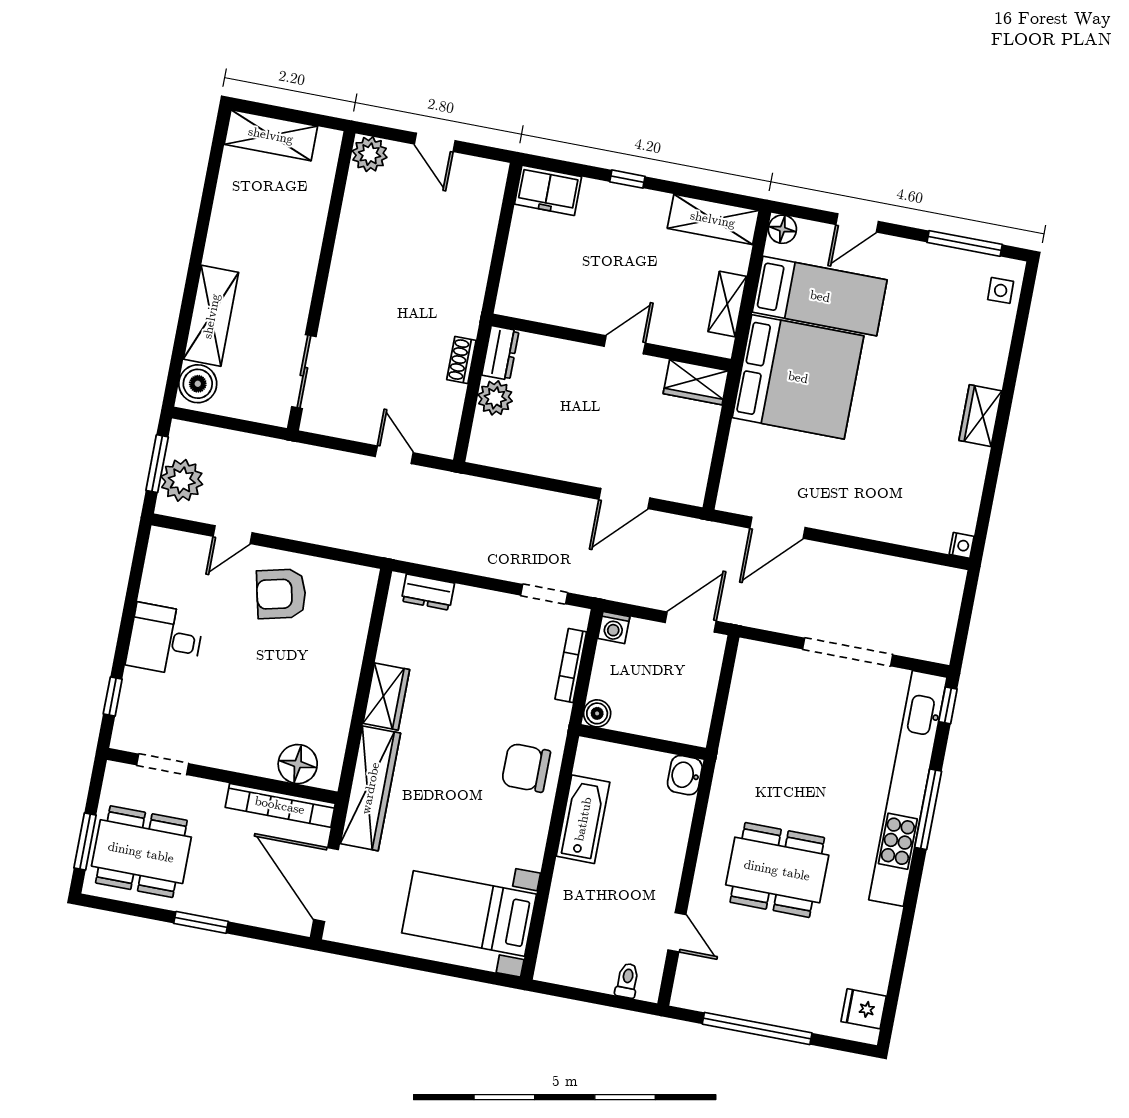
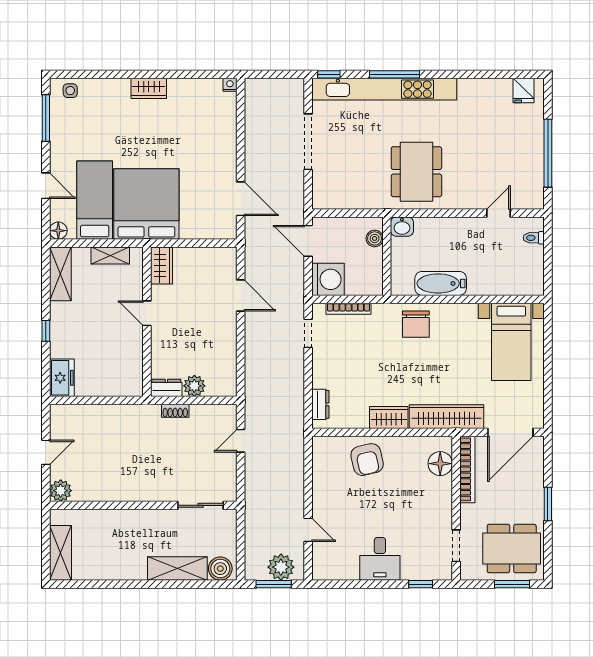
armchair: (281, 594) -> (367, 460), moved
washing machine: (614, 628) -> (328, 279), width x1.89, depth x1.89
boiler: (597, 713) -> (375, 238), moved
dining table: (141, 852) -> (512, 549), turned 90
dining table: (777, 870) -> (416, 172), moved

